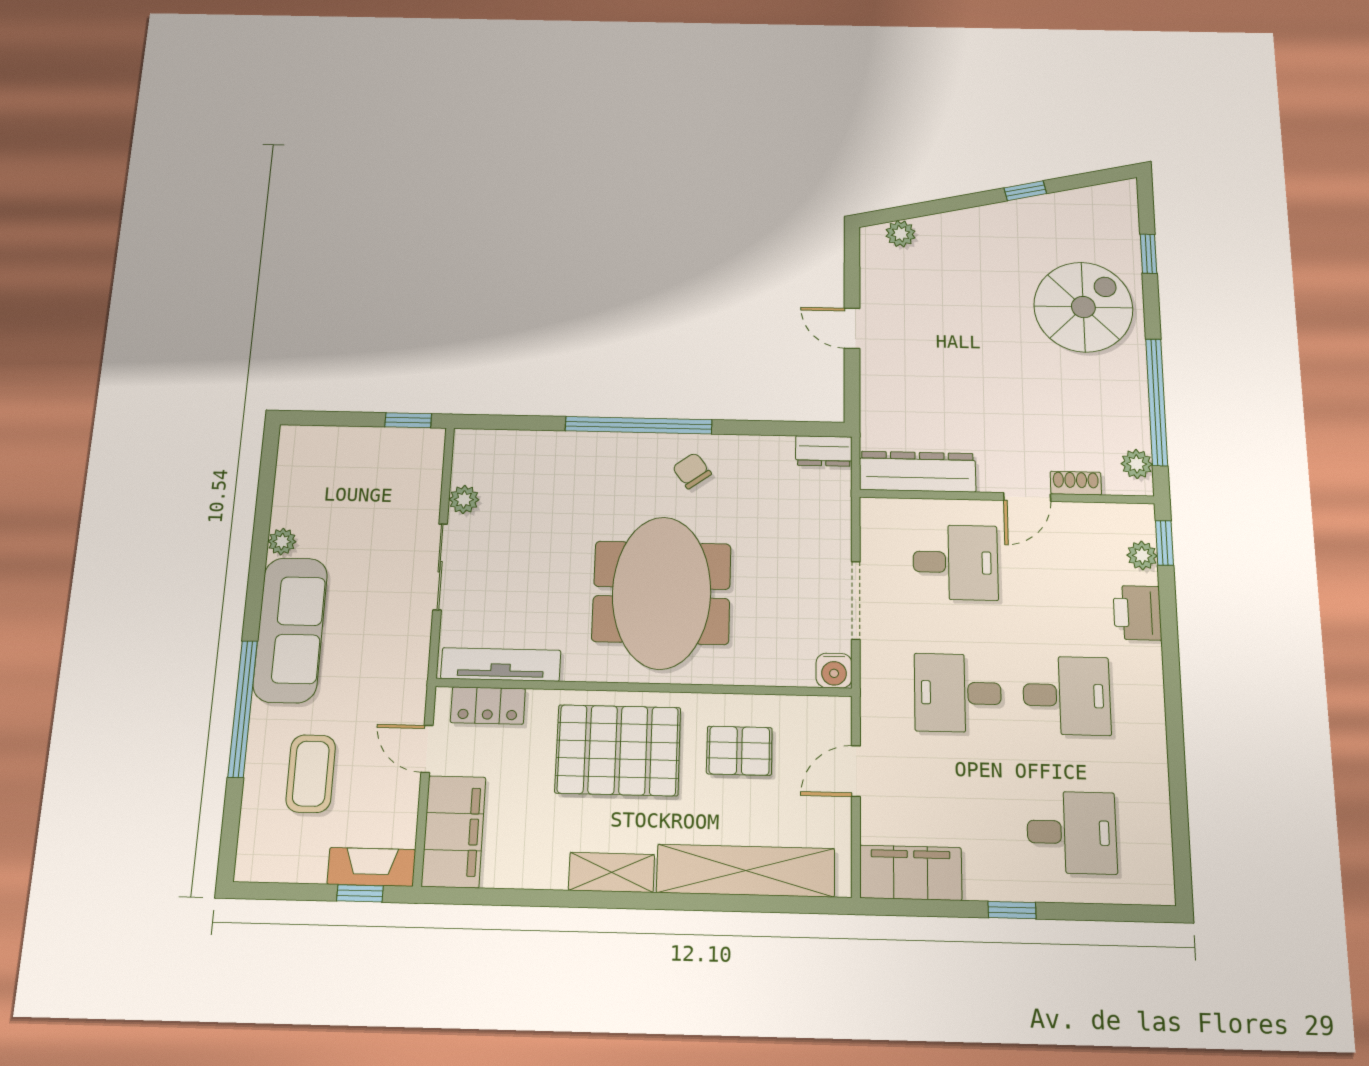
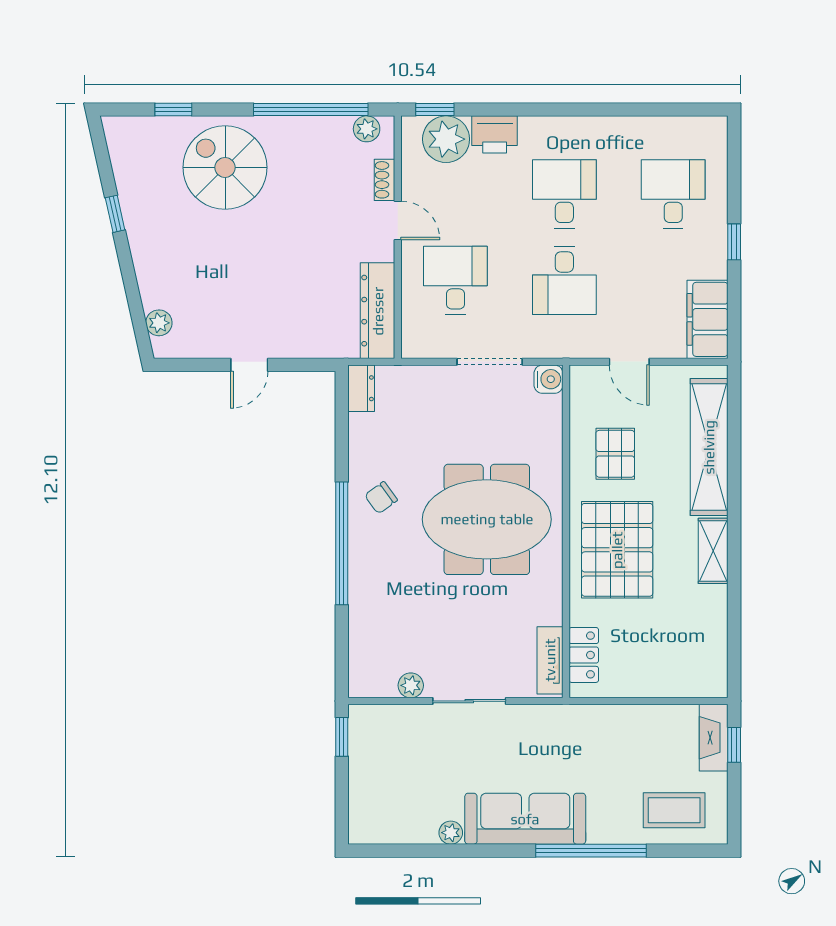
plant: (1142, 556) -> (446, 139), width x1.87, depth x1.87
tv unit: (501, 664) -> (550, 660), width x0.71
door: (427, 749) -> (620, 701), removed
coffee table: (311, 774) -> (674, 810), moved
filing cabinet: (454, 832) -> (685, 676), removed

